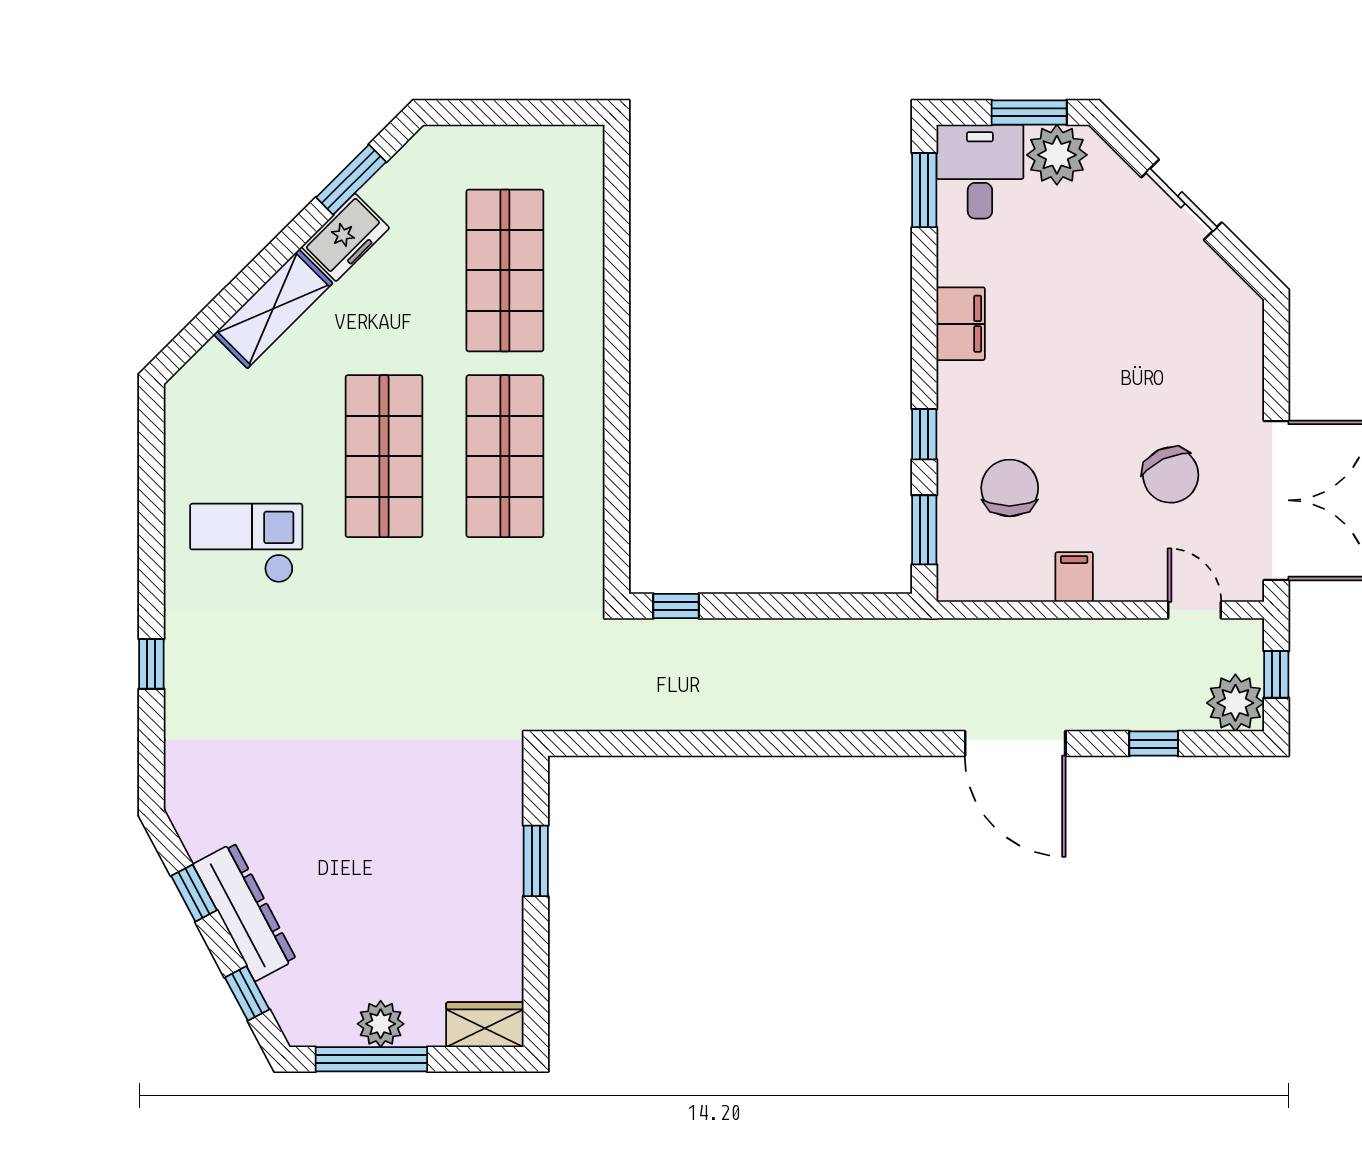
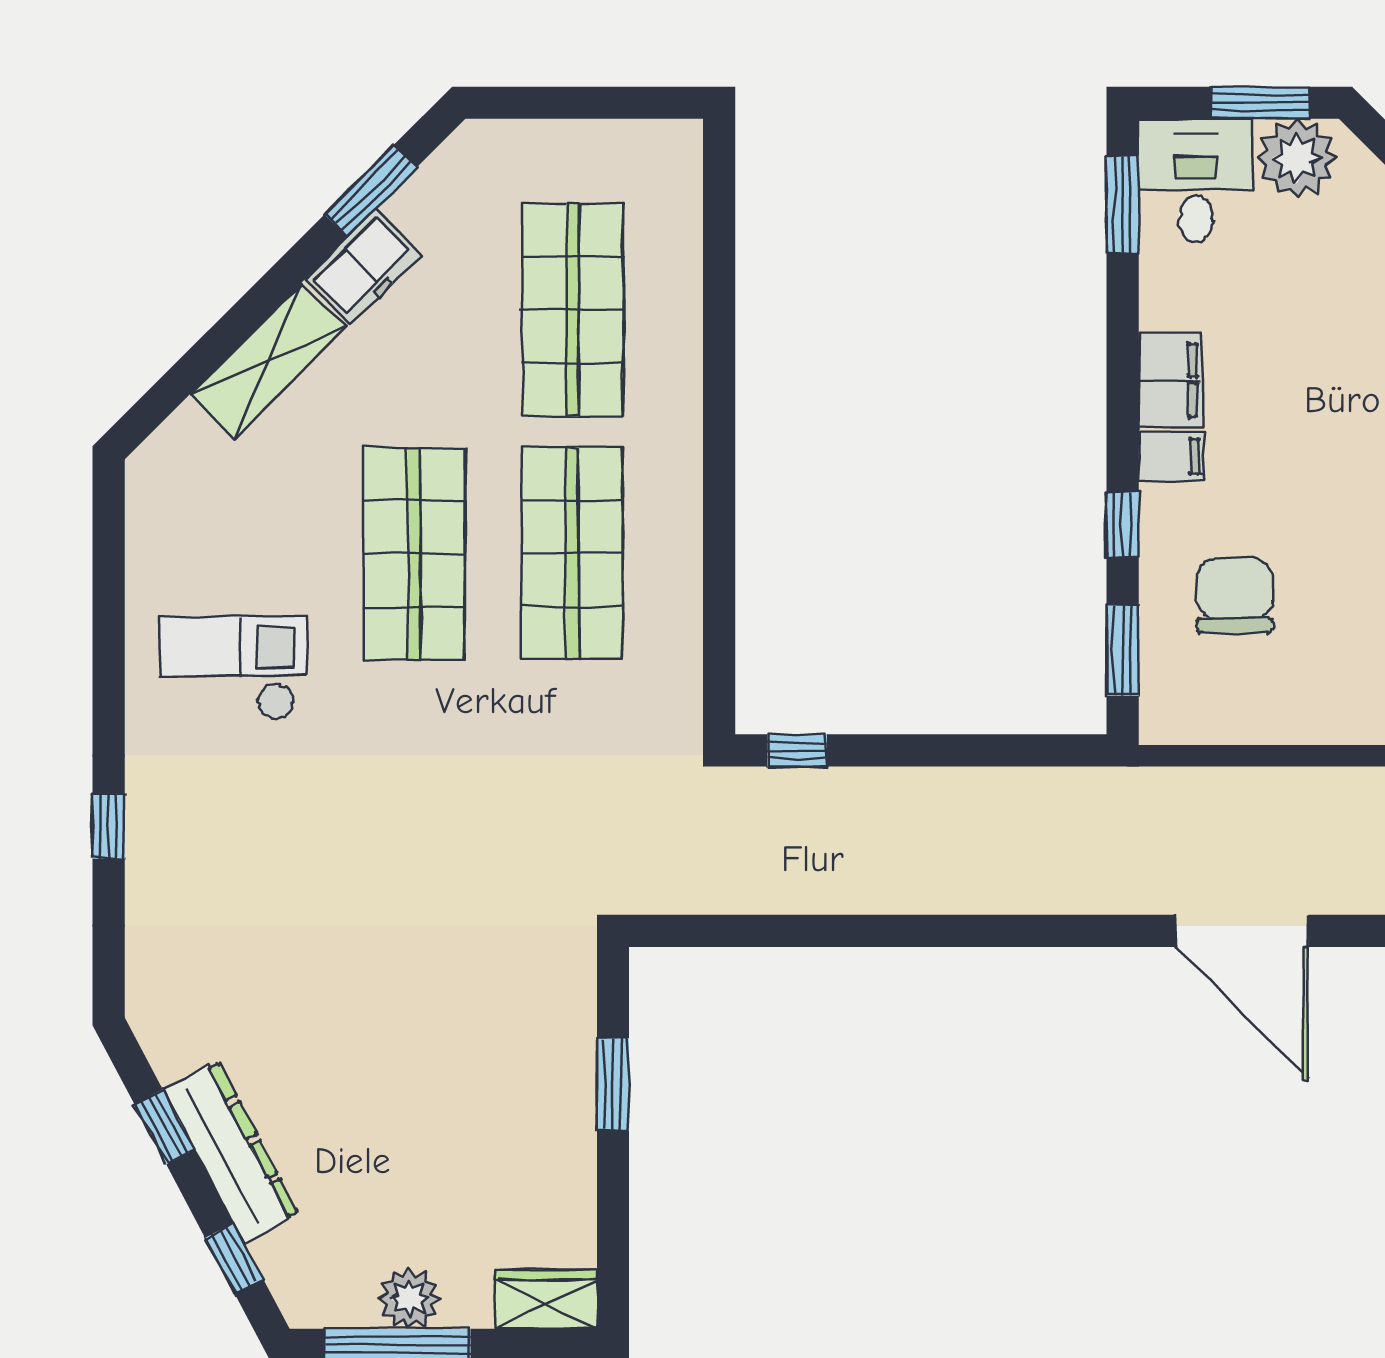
filing cabinet: (1074, 577) -> (1171, 457), moved, turned 90

